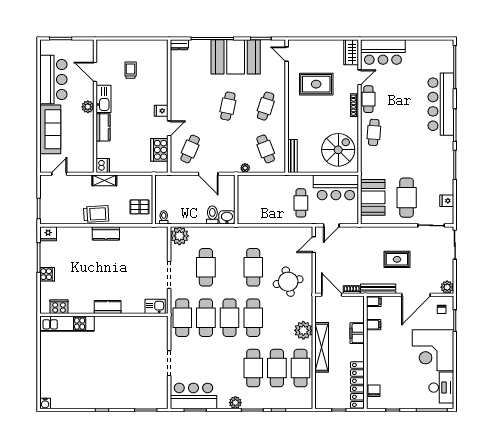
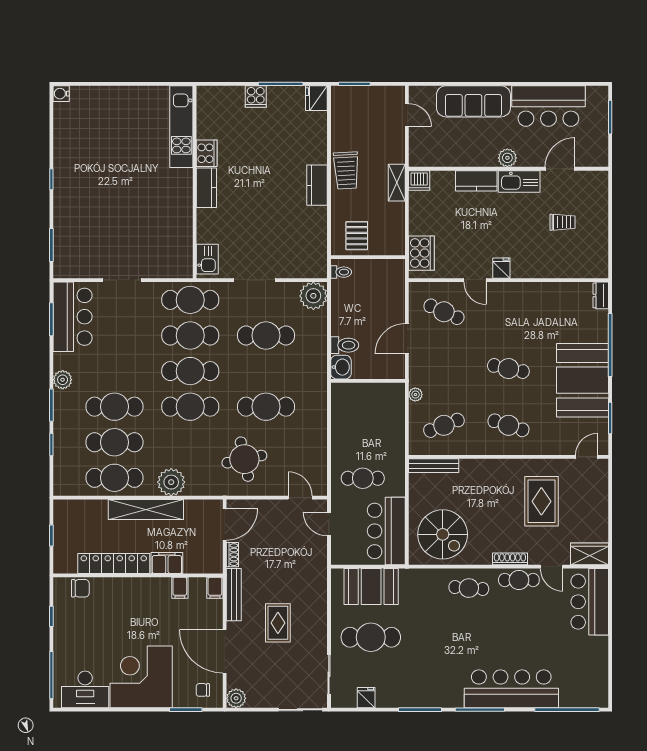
cooker: (159, 150) -> (421, 253), moved, turned 90
cooker: (59, 307) -> (207, 153), moved
locker: (357, 385) -> (114, 563), moved

